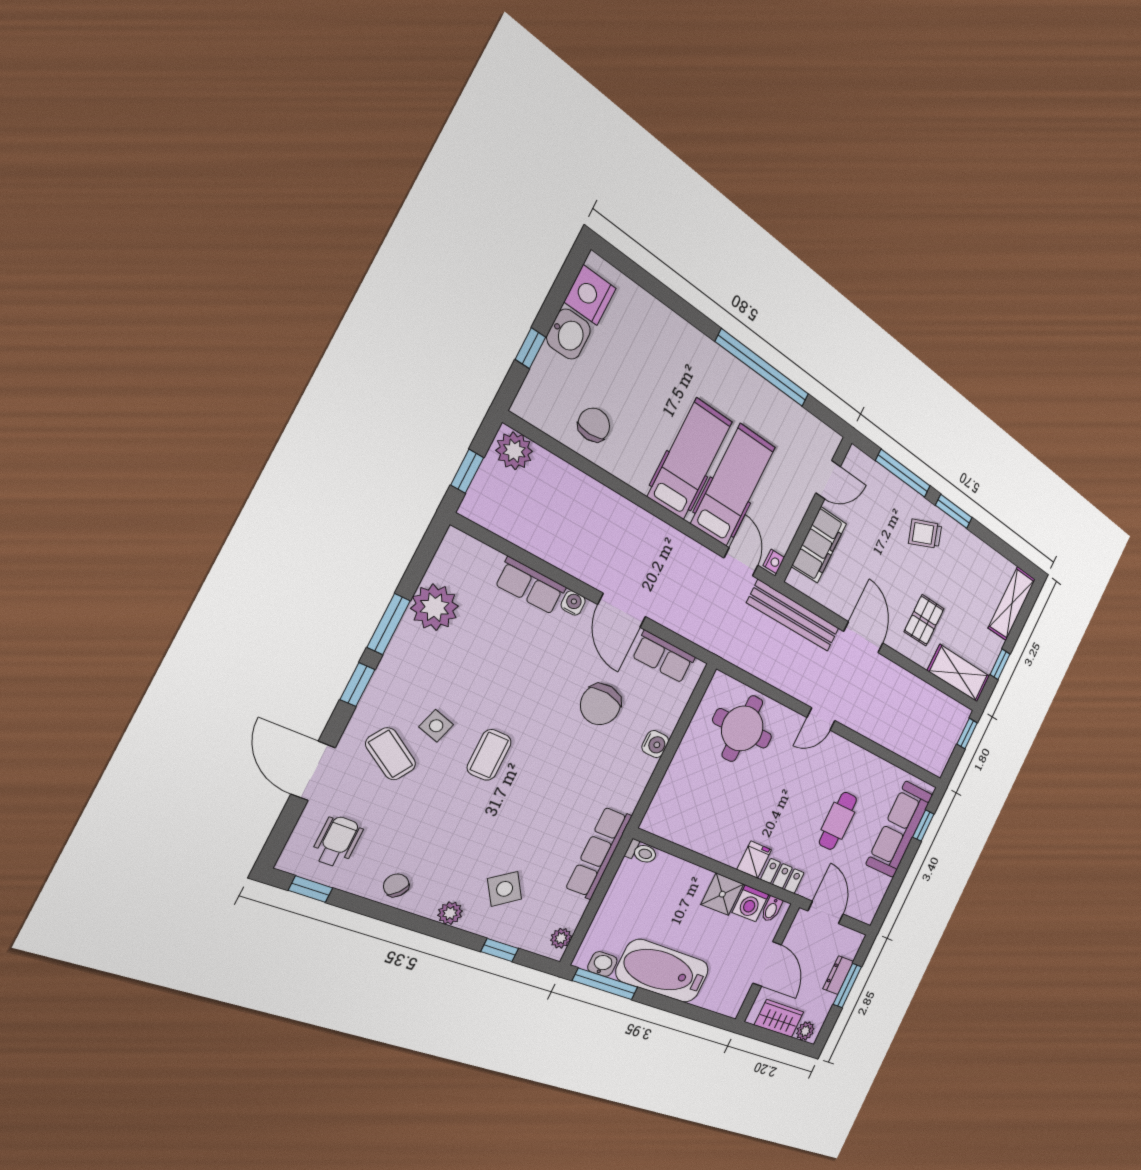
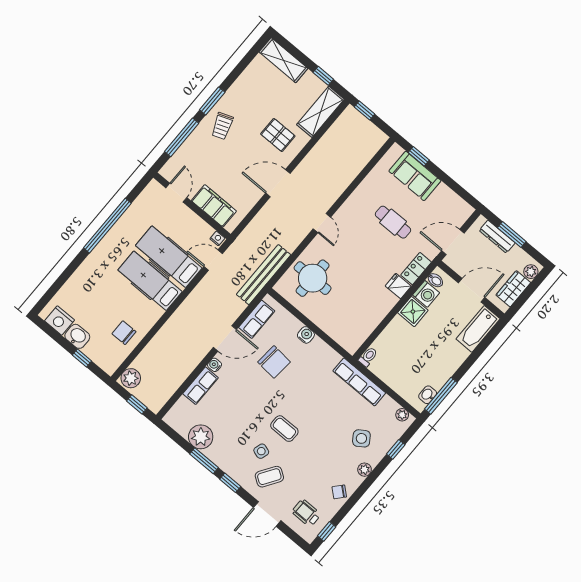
bench: (794, 616) -> (264, 275), moved
sofa: (899, 829) -> (415, 176), width x0.73
bathtub: (663, 971) -> (478, 329), moved, width x0.73, depth x0.73
dresser: (838, 975) -> (497, 237), width x1.44

